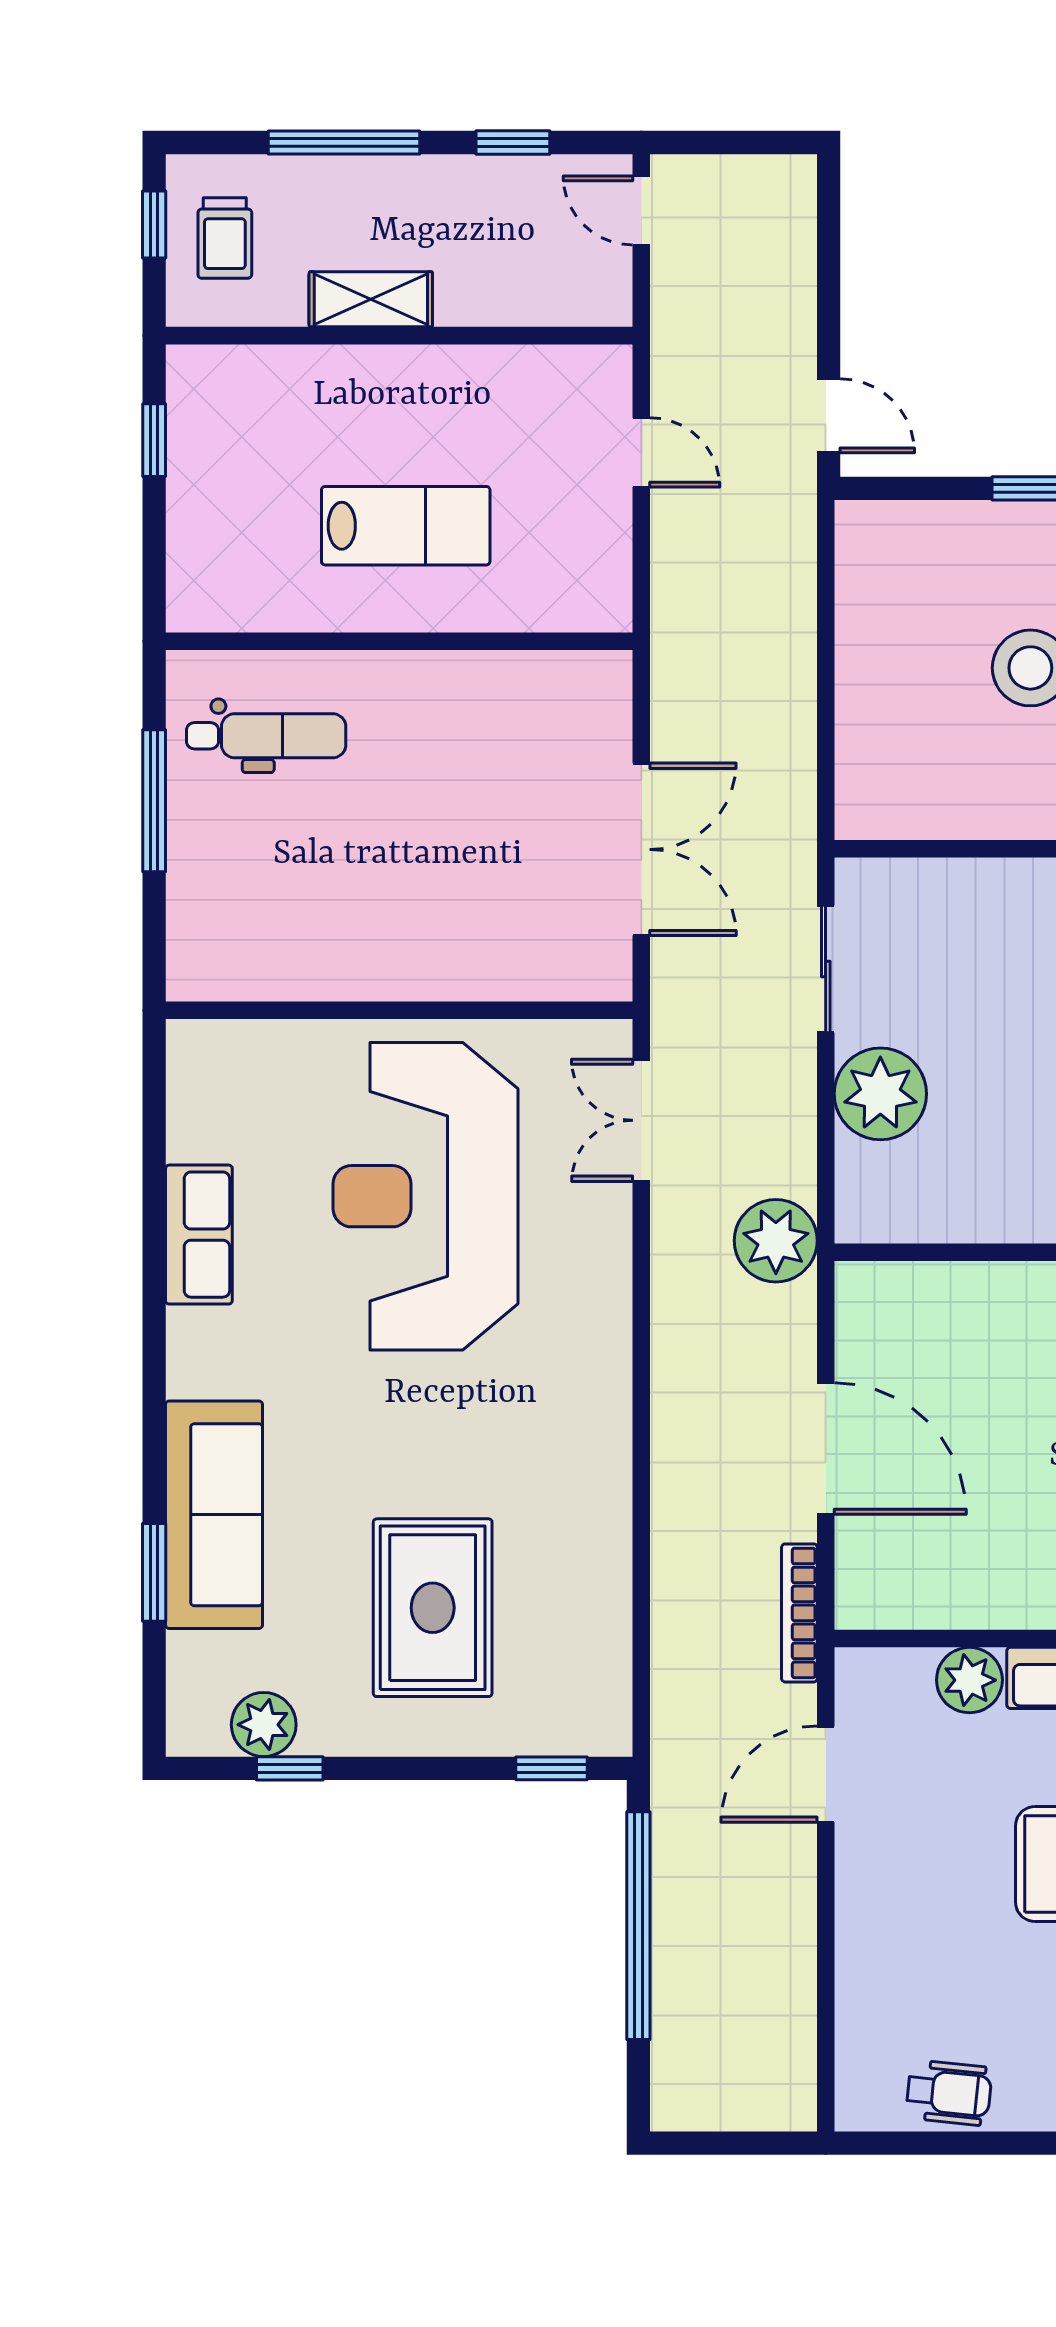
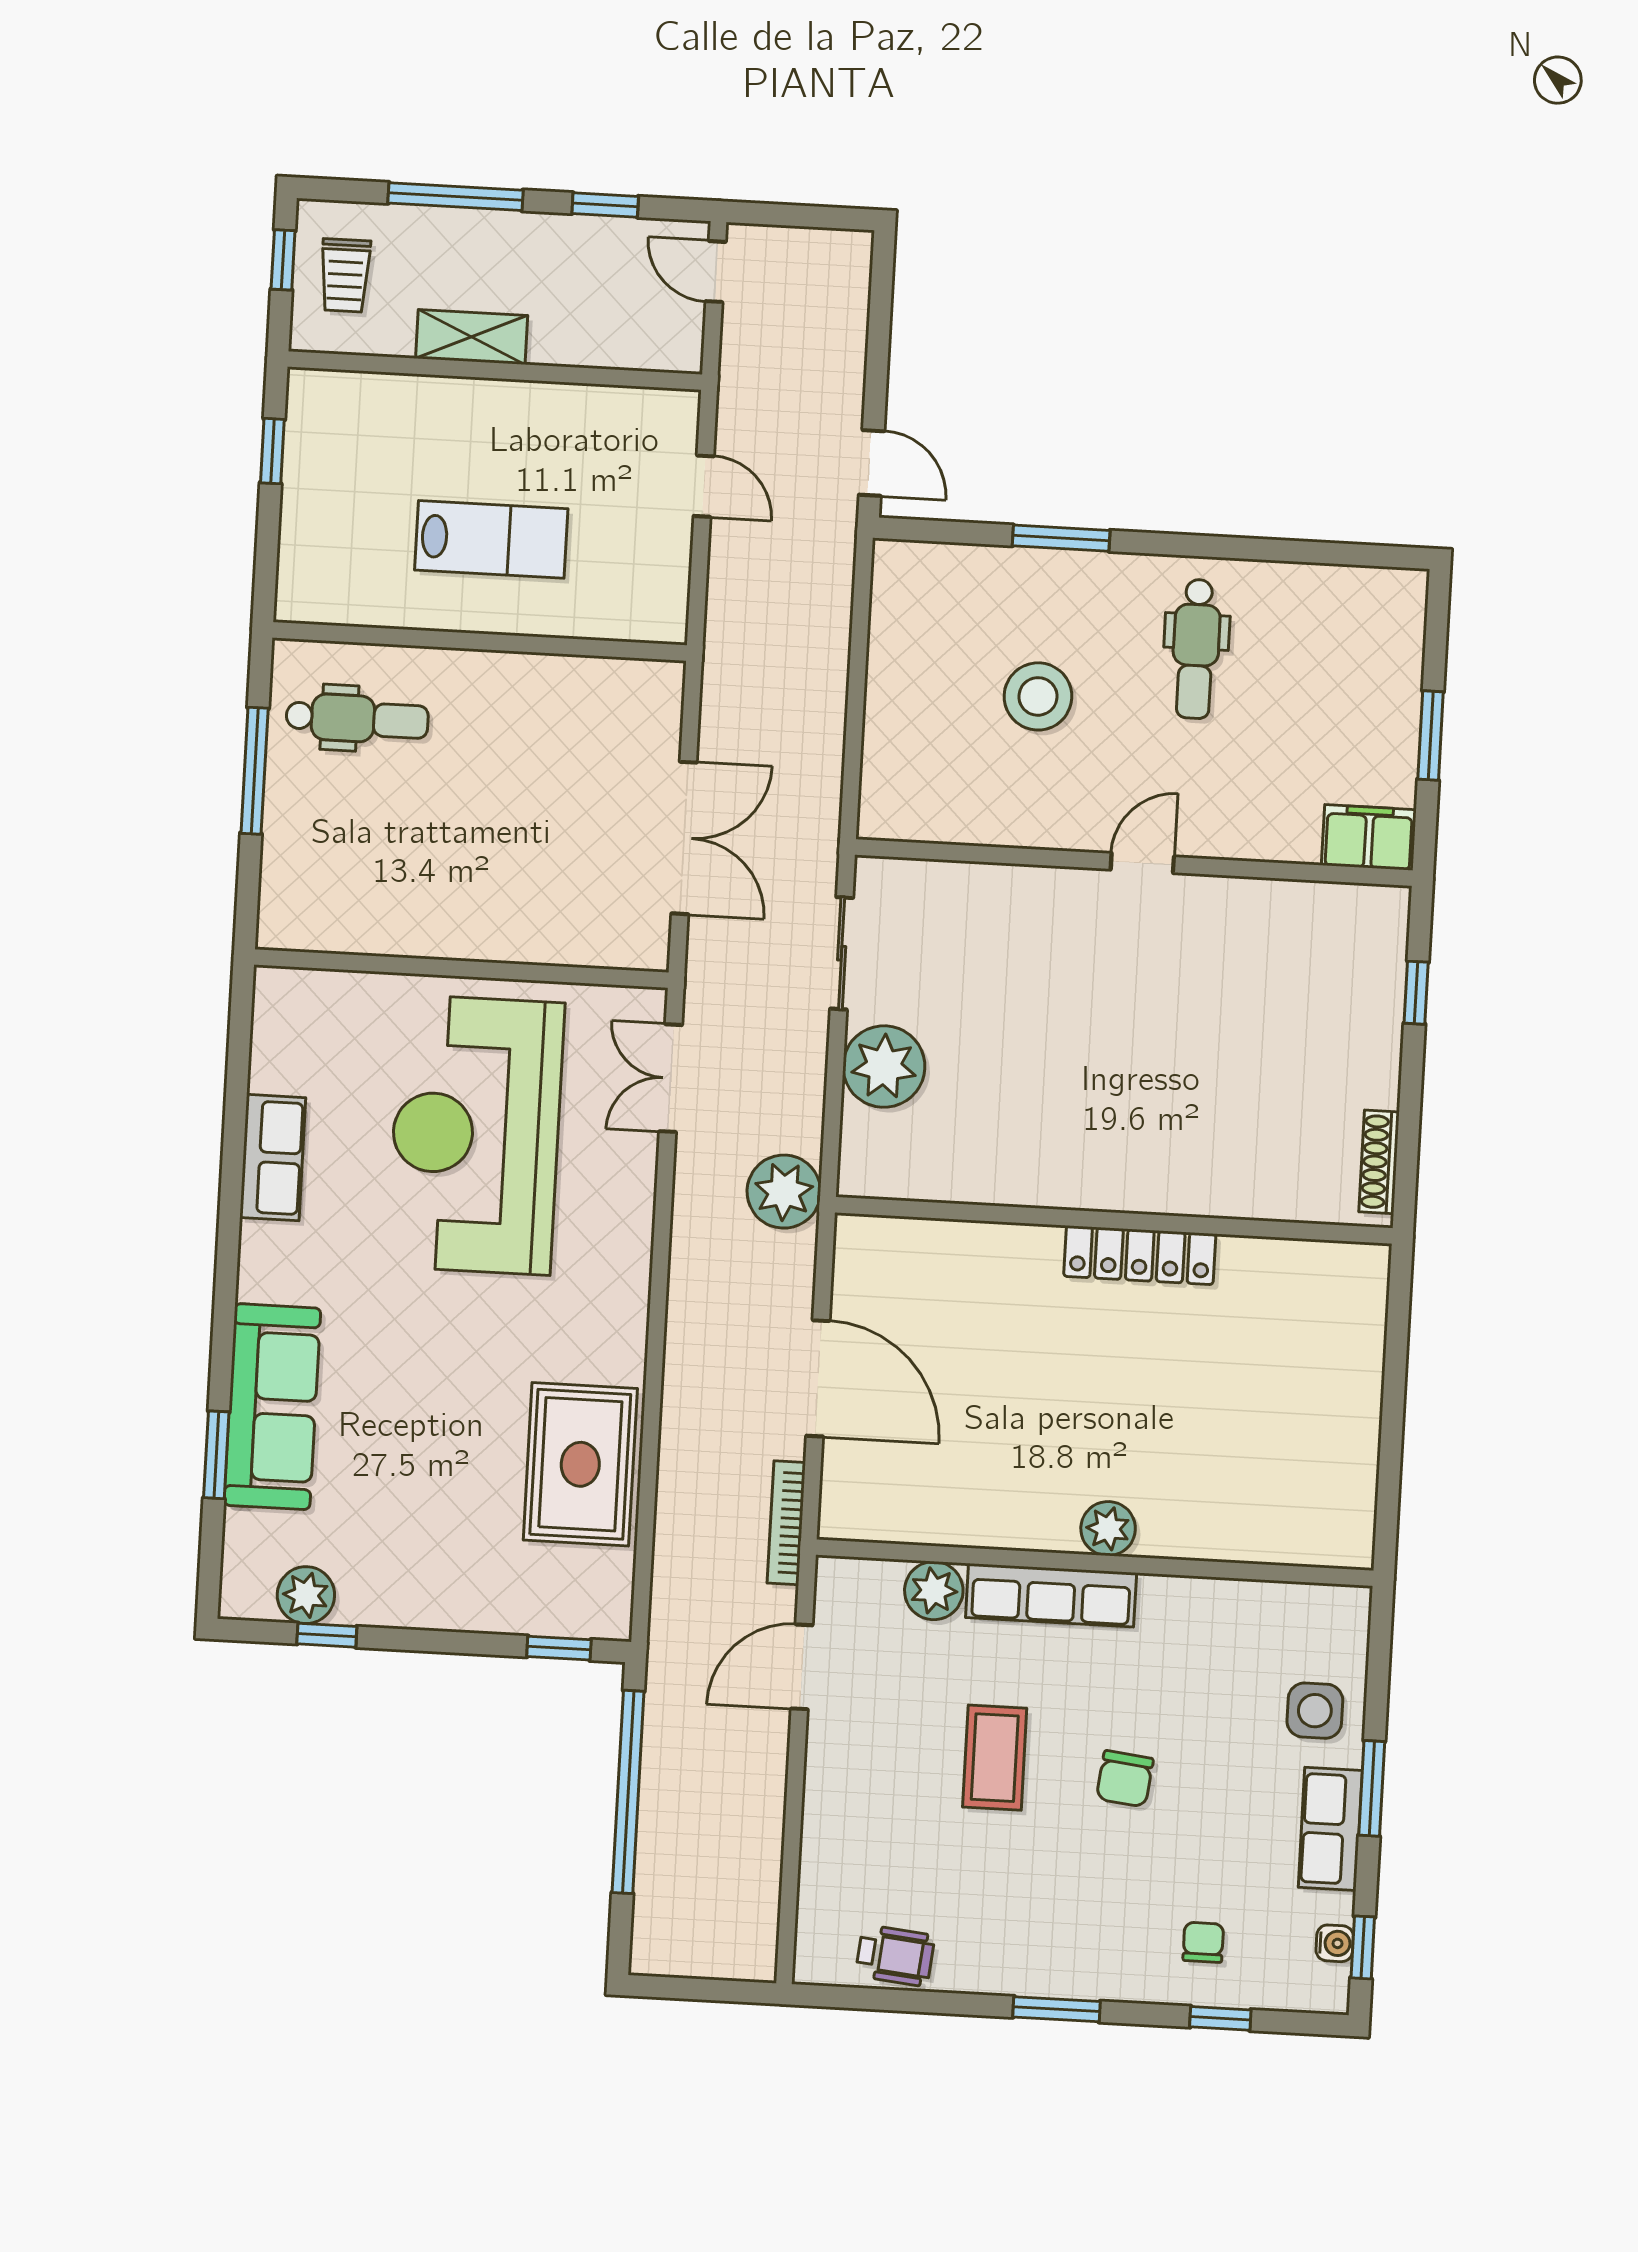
rug: (433, 1608) -> (580, 1464), moved

